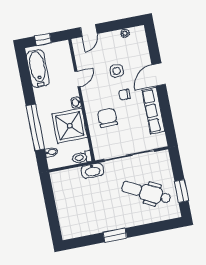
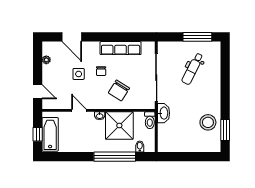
bathtub: (38, 69) -> (50, 134), moved, turned 90
door: (159, 75) -> (72, 37), moved
chair: (107, 118) -> (119, 90), turned -58
window: (182, 191) -> (197, 37), width x1.44
dental chair: (146, 192) -> (193, 69), width x0.73, depth x0.72
stool: (92, 220) -> (208, 122), added
window: (115, 235) -> (225, 130), moved

